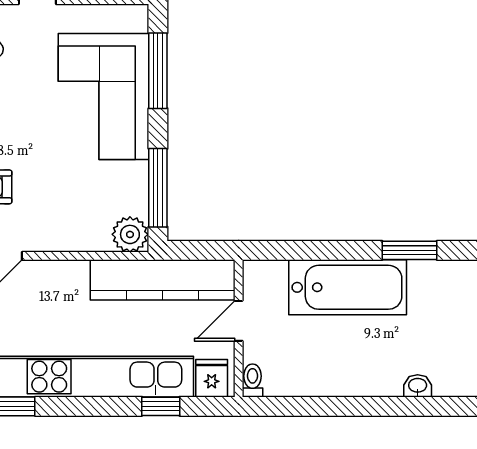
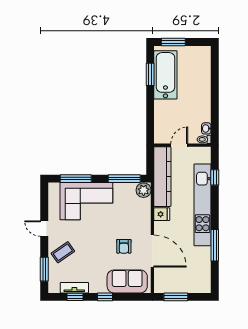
bathtub: (348, 287) -> (165, 75), moved
door: (239, 321) -> (179, 145), swing flipped
fridge: (212, 378) -> (162, 214), moved, turned 180
washbasin: (418, 386) -> (206, 128), moved

